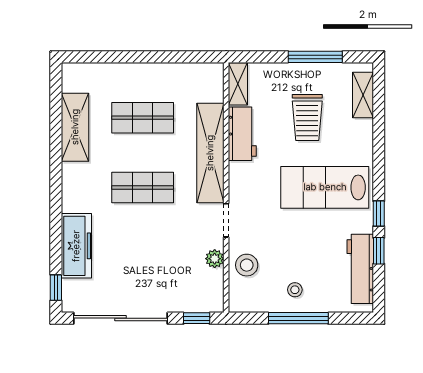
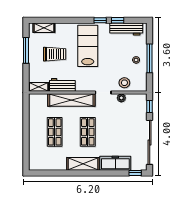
shelving: (75, 127) -> (83, 164), moved
lab bench: (325, 187) -> (88, 46), turned 180

